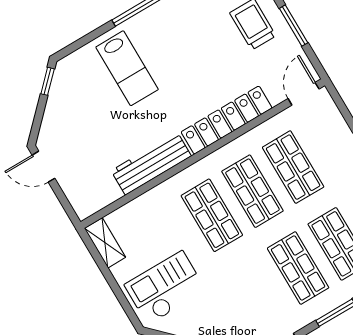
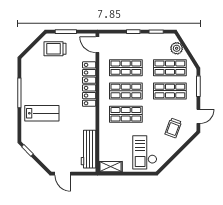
workbench: (151, 163) -> (88, 149), moved
door: (44, 167) -> (63, 174), hinge flipped
trolley: (237, 312) -> (173, 128), added

